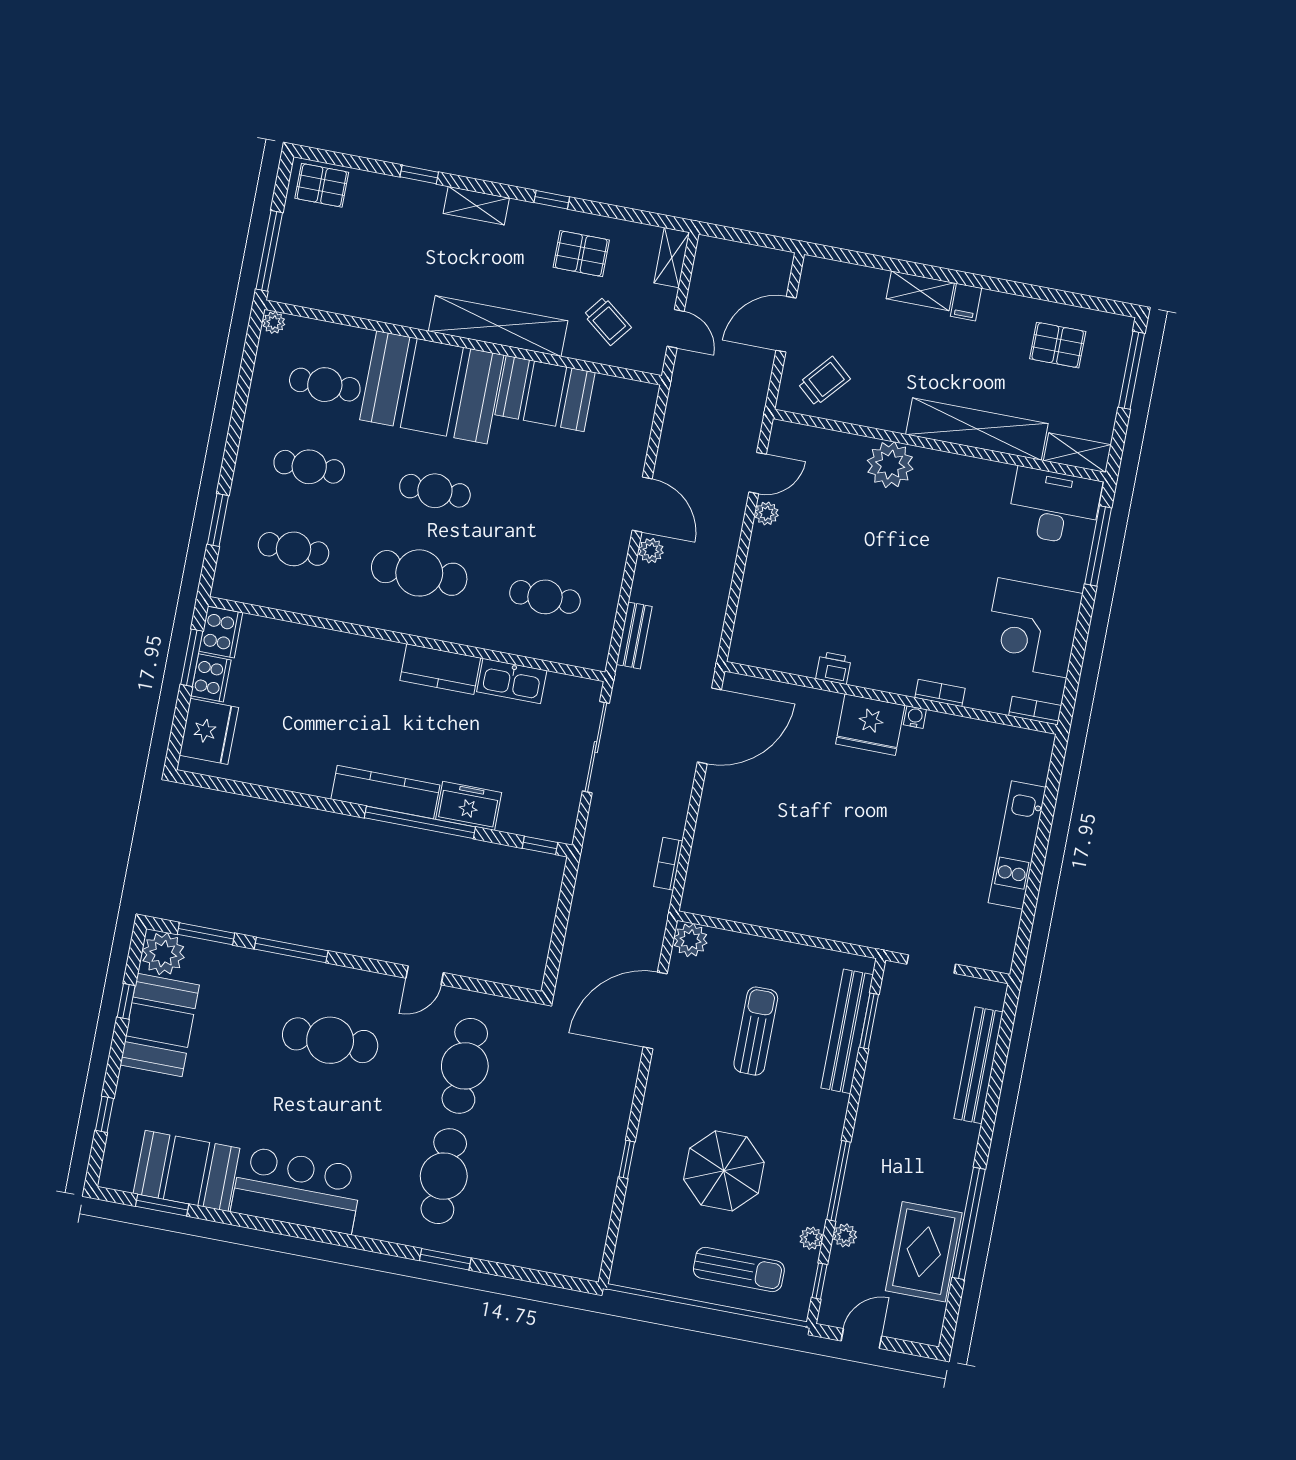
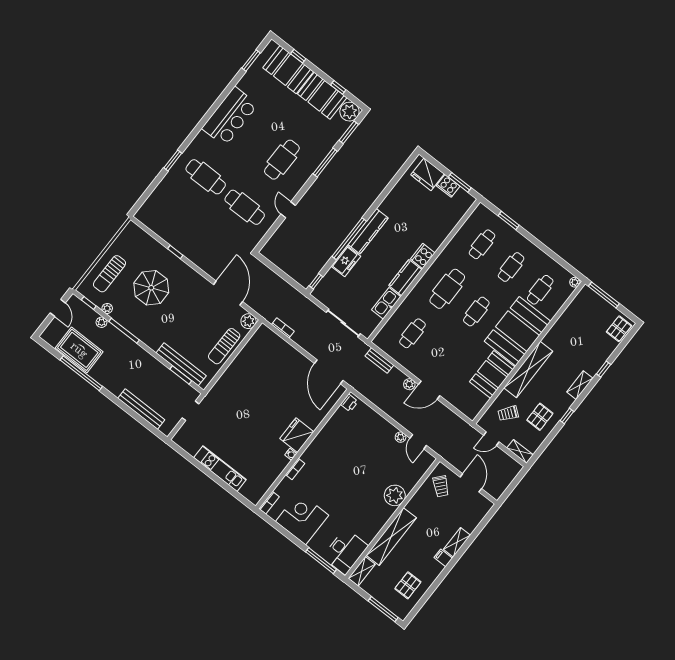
cooker: (221, 632) -> (423, 256), moved, turned 90
printer: (834, 668) -> (349, 403), moved
sun lounger: (756, 1031) -> (224, 346), moved, turned 90
booth: (187, 1171) -> (288, 70), moved, turned 90

